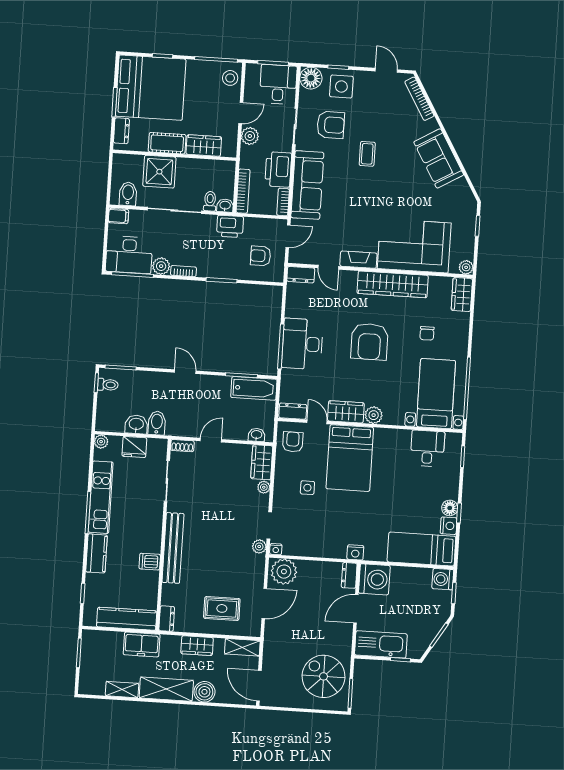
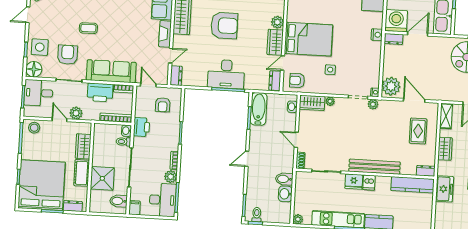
fridge: (134, 447) -> (354, 182), moved, turned 90
dishwasher: (150, 562) -> (369, 183), moved
door: (356, 609) -> (418, 34), swing flipped
kitchen counter: (127, 619) -> (413, 185), moved, turned -90

